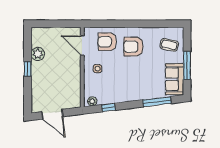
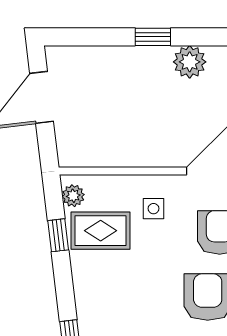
rug: (106, 90) -> (101, 231), added

